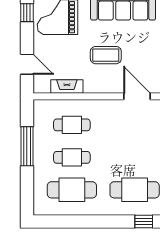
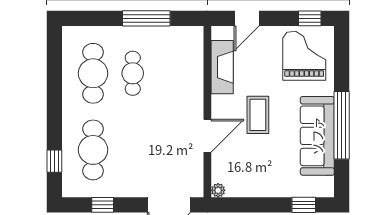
fireplace: (67, 86) -> (222, 67), width x1.37, depth x1.32
door: (137, 96) -> (207, 136), moved
cafe table: (72, 125) -> (172, 73), removed

